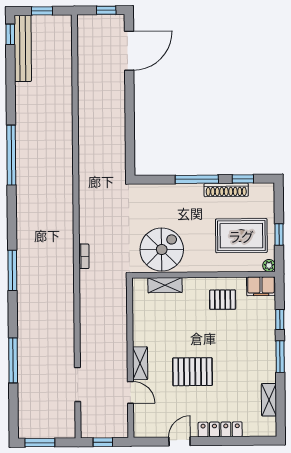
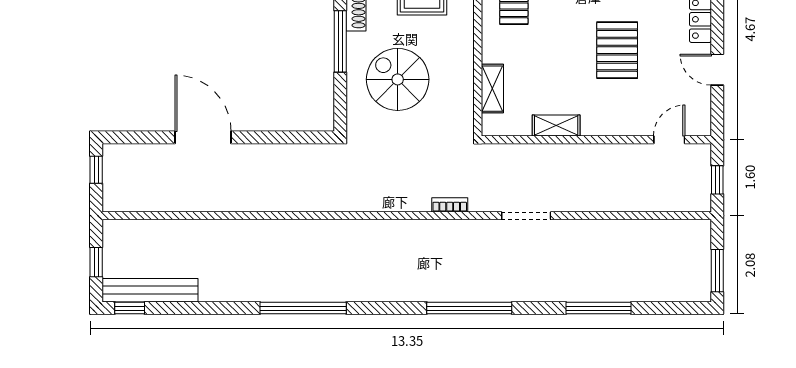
door: (129, 51) -> (203, 137), moved
spiral stairs: (162, 250) -> (398, 79), moved
window: (12, 270) -> (469, 308), width x1.46
shelving: (140, 363) -> (556, 125), moved
doorway: (78, 385) -> (526, 216), moved
door: (130, 392) -> (669, 140), moved

